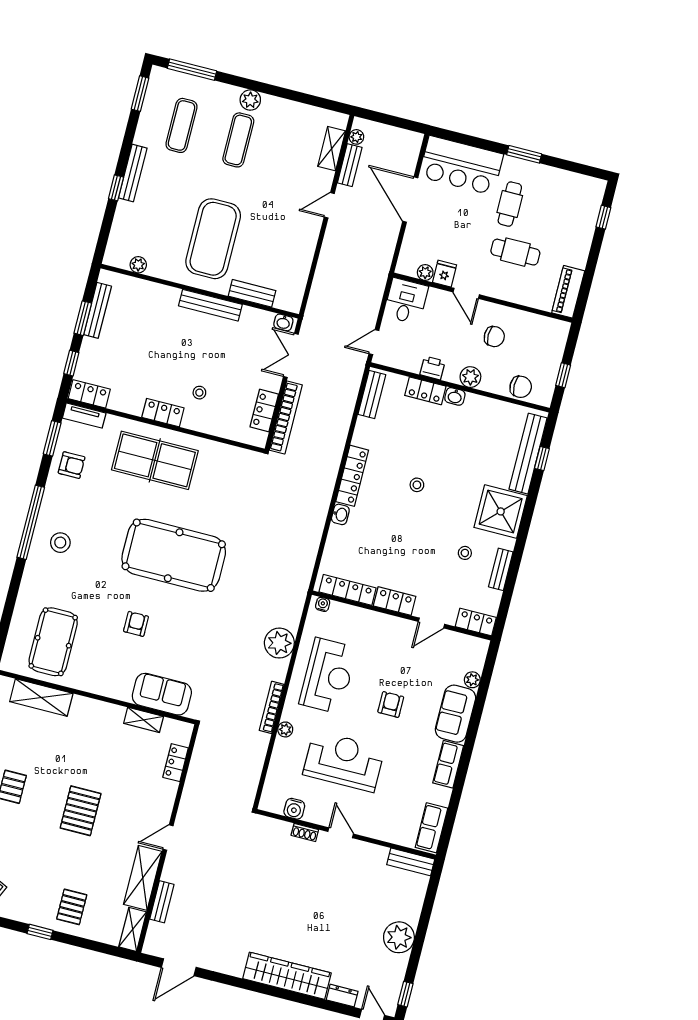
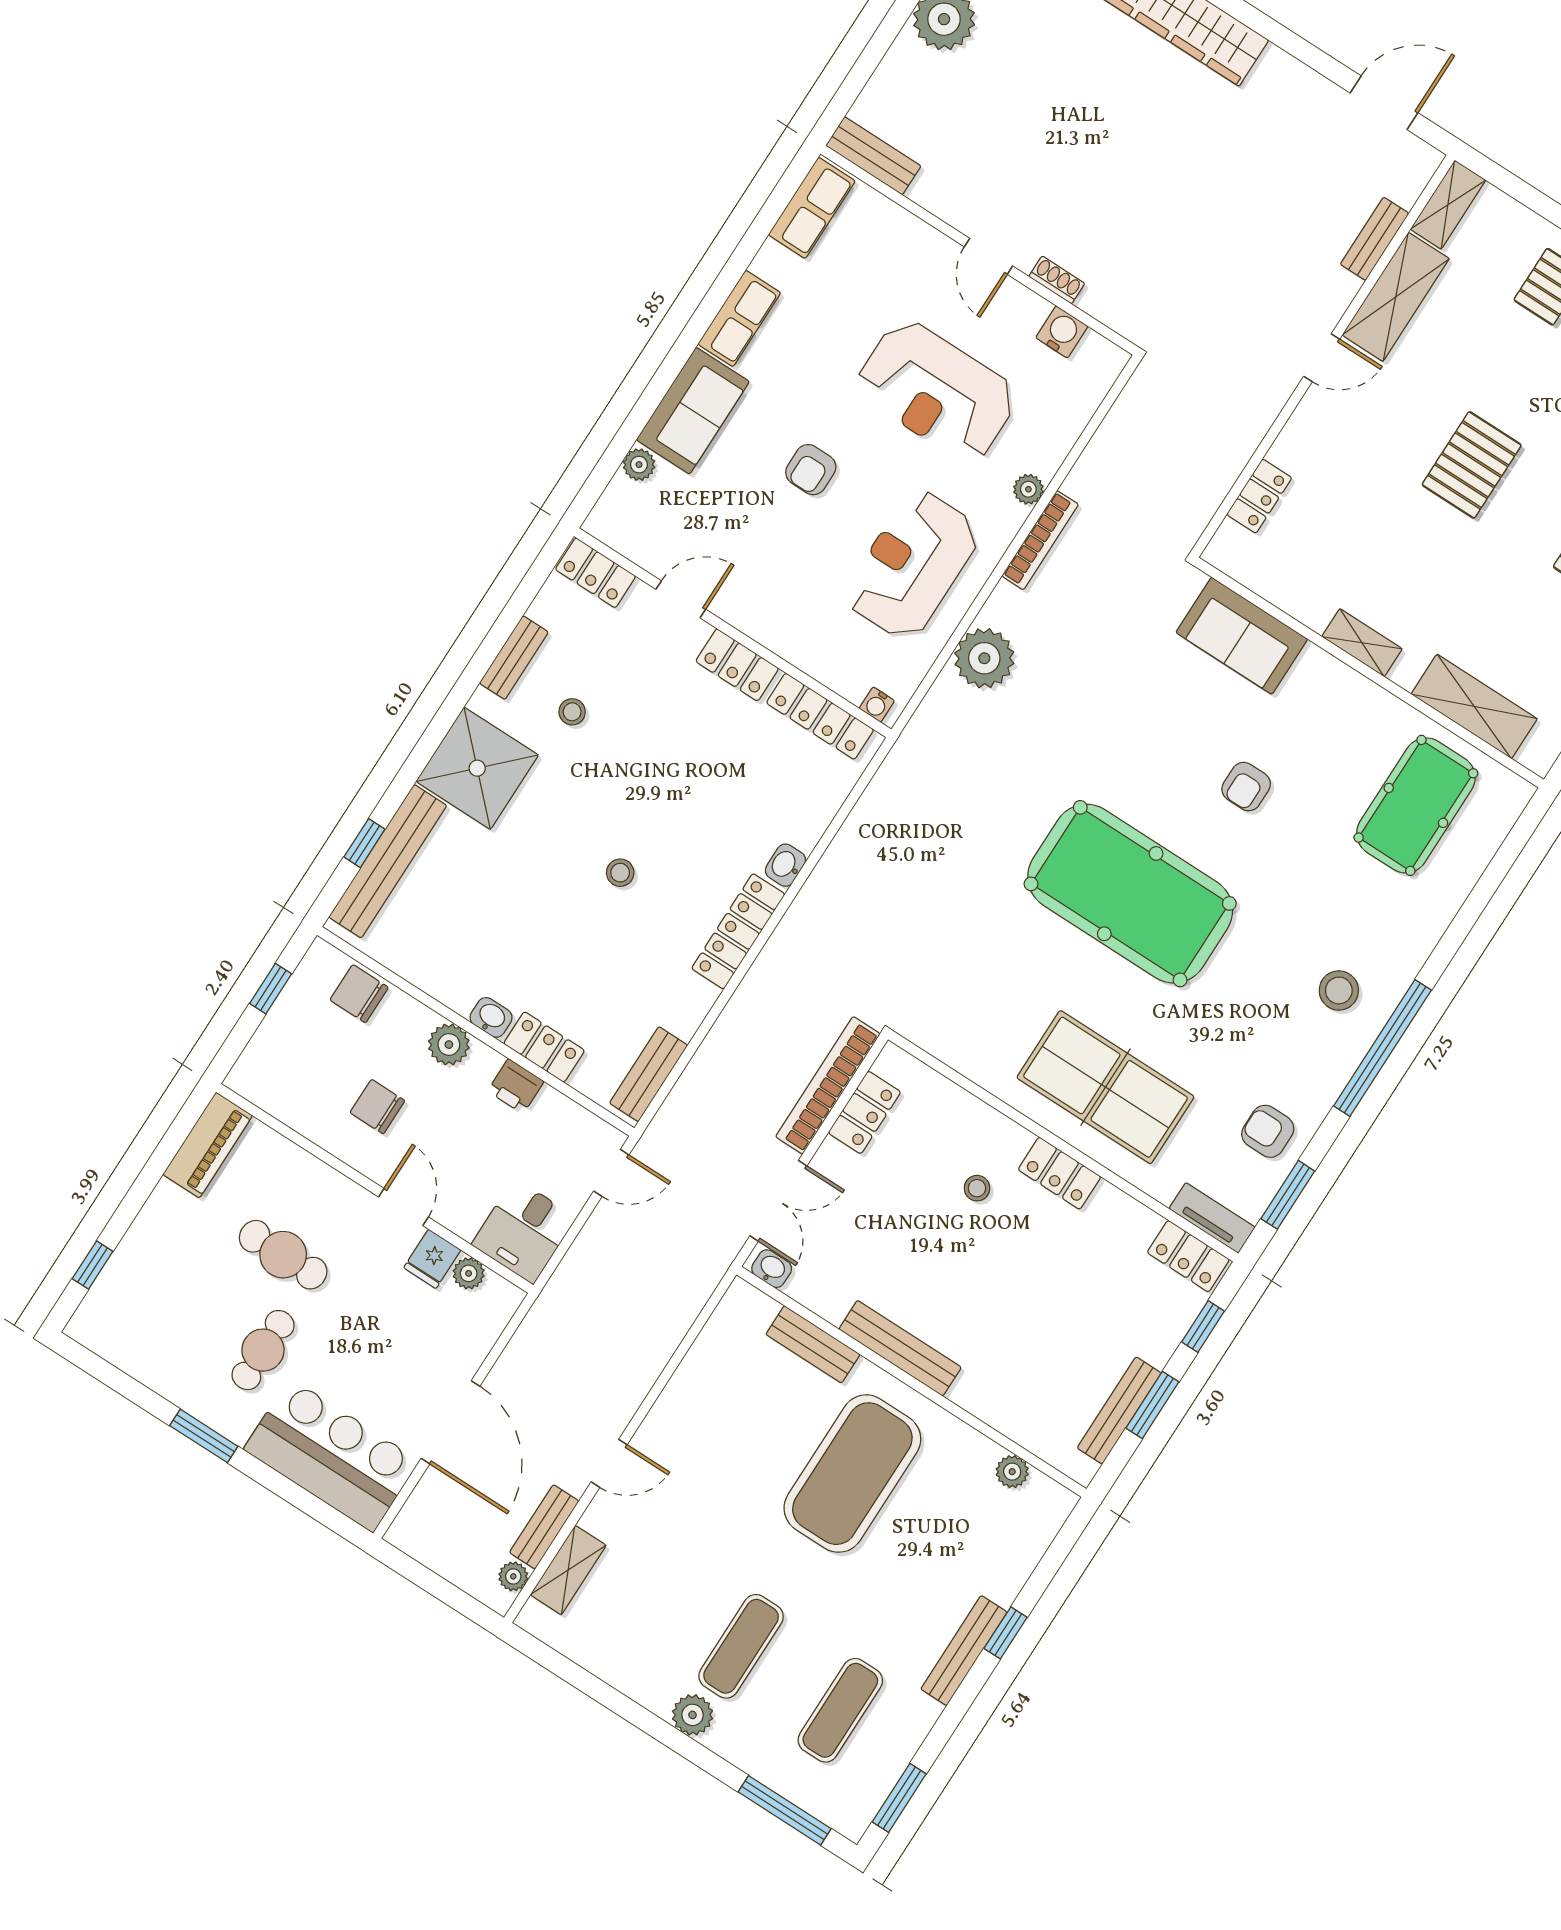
shelving: (144, 720) -> (1362, 643), moved

